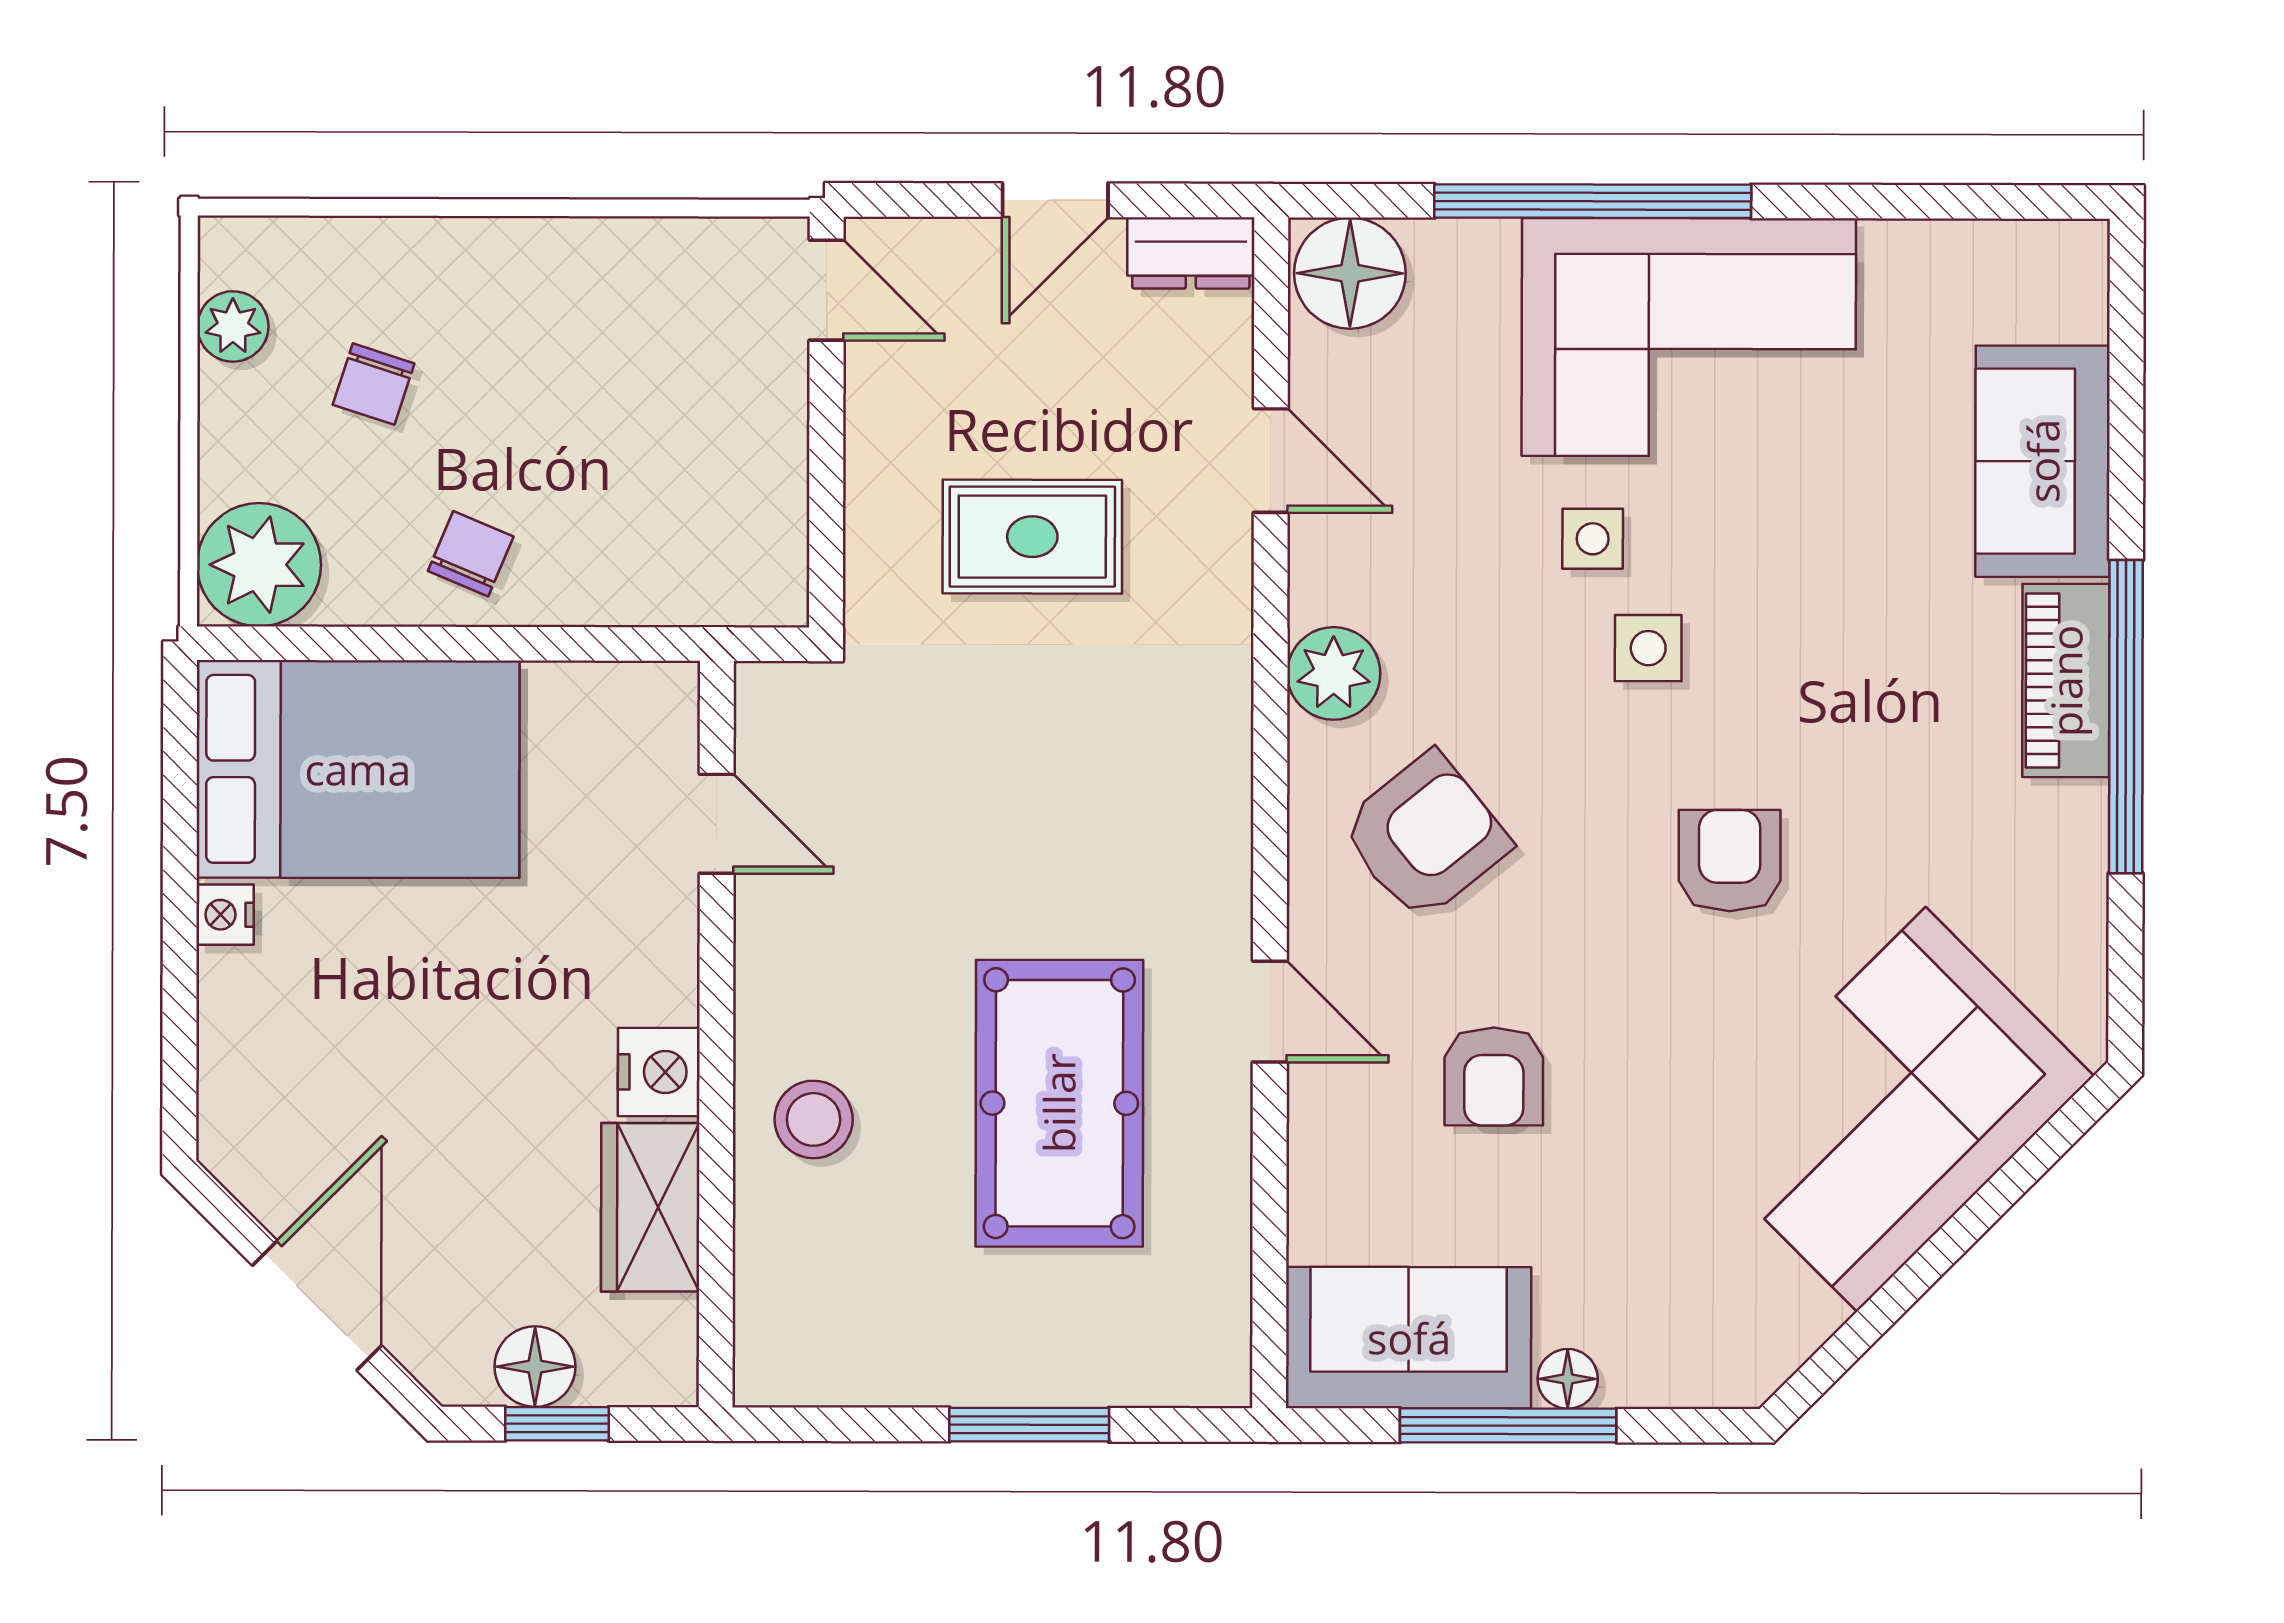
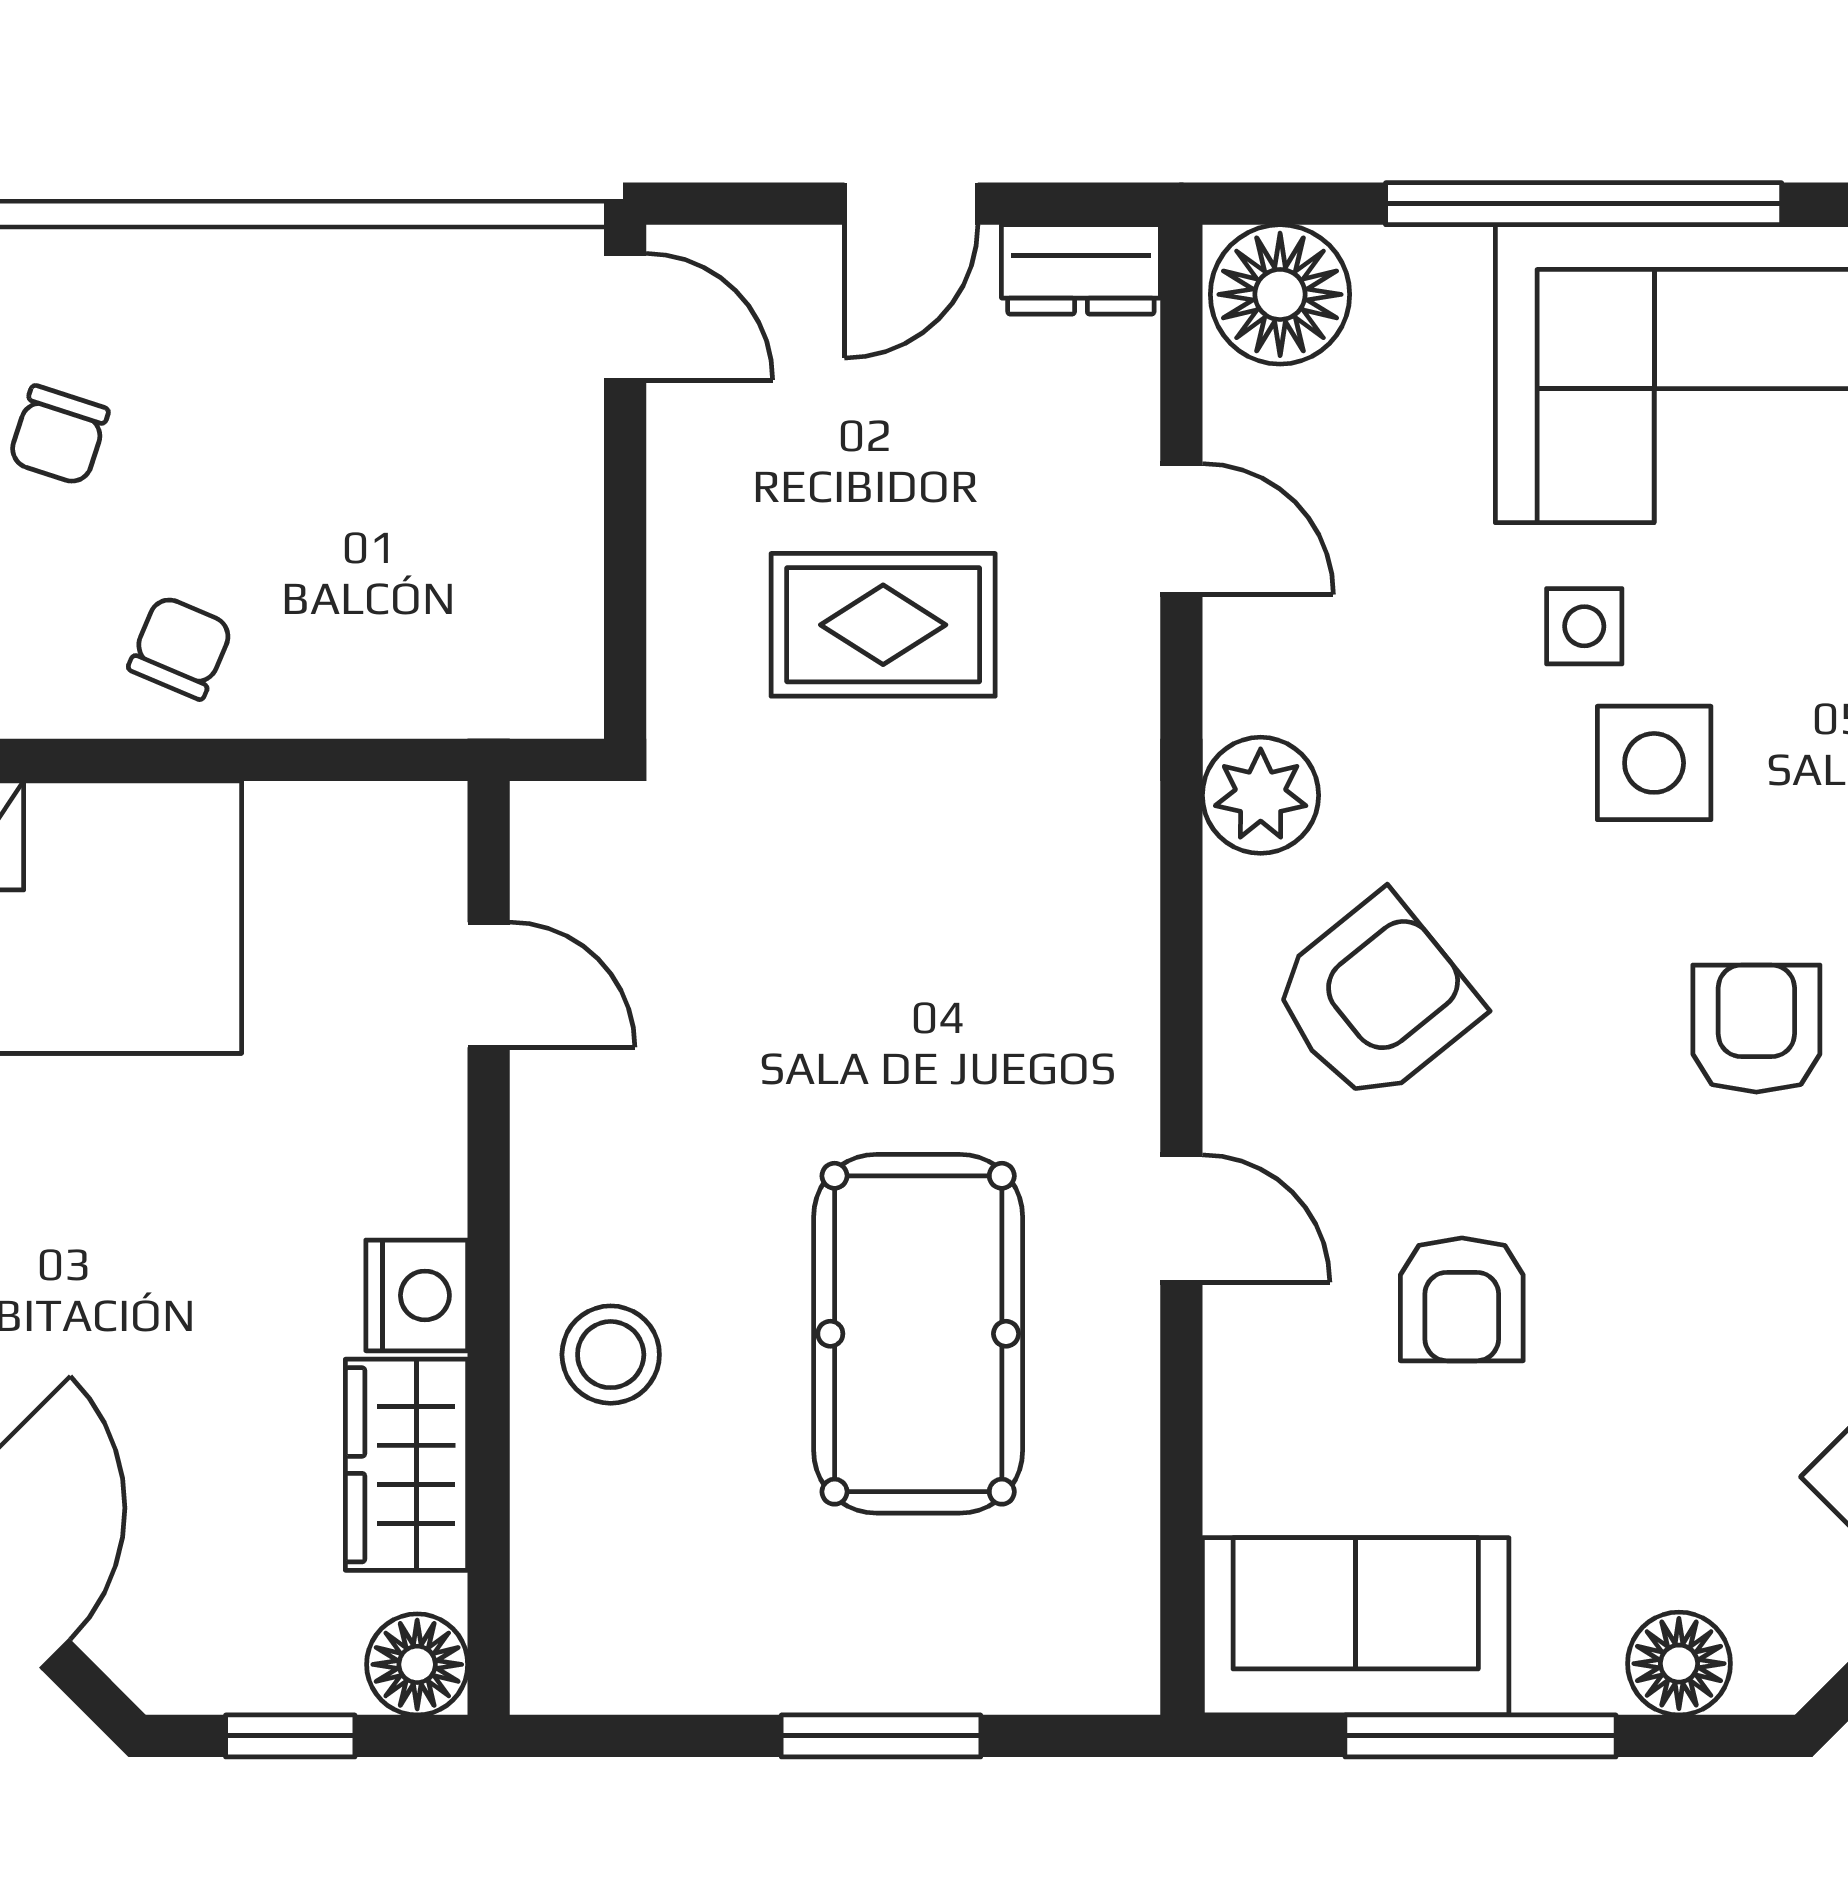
side table: (1648, 648) -> (1654, 763), width x1.37, depth x1.37
floor lamp: (535, 1367) -> (417, 1664), moved
floor lamp: (1568, 1379) -> (1679, 1664), moved, width x1.37, depth x1.37

